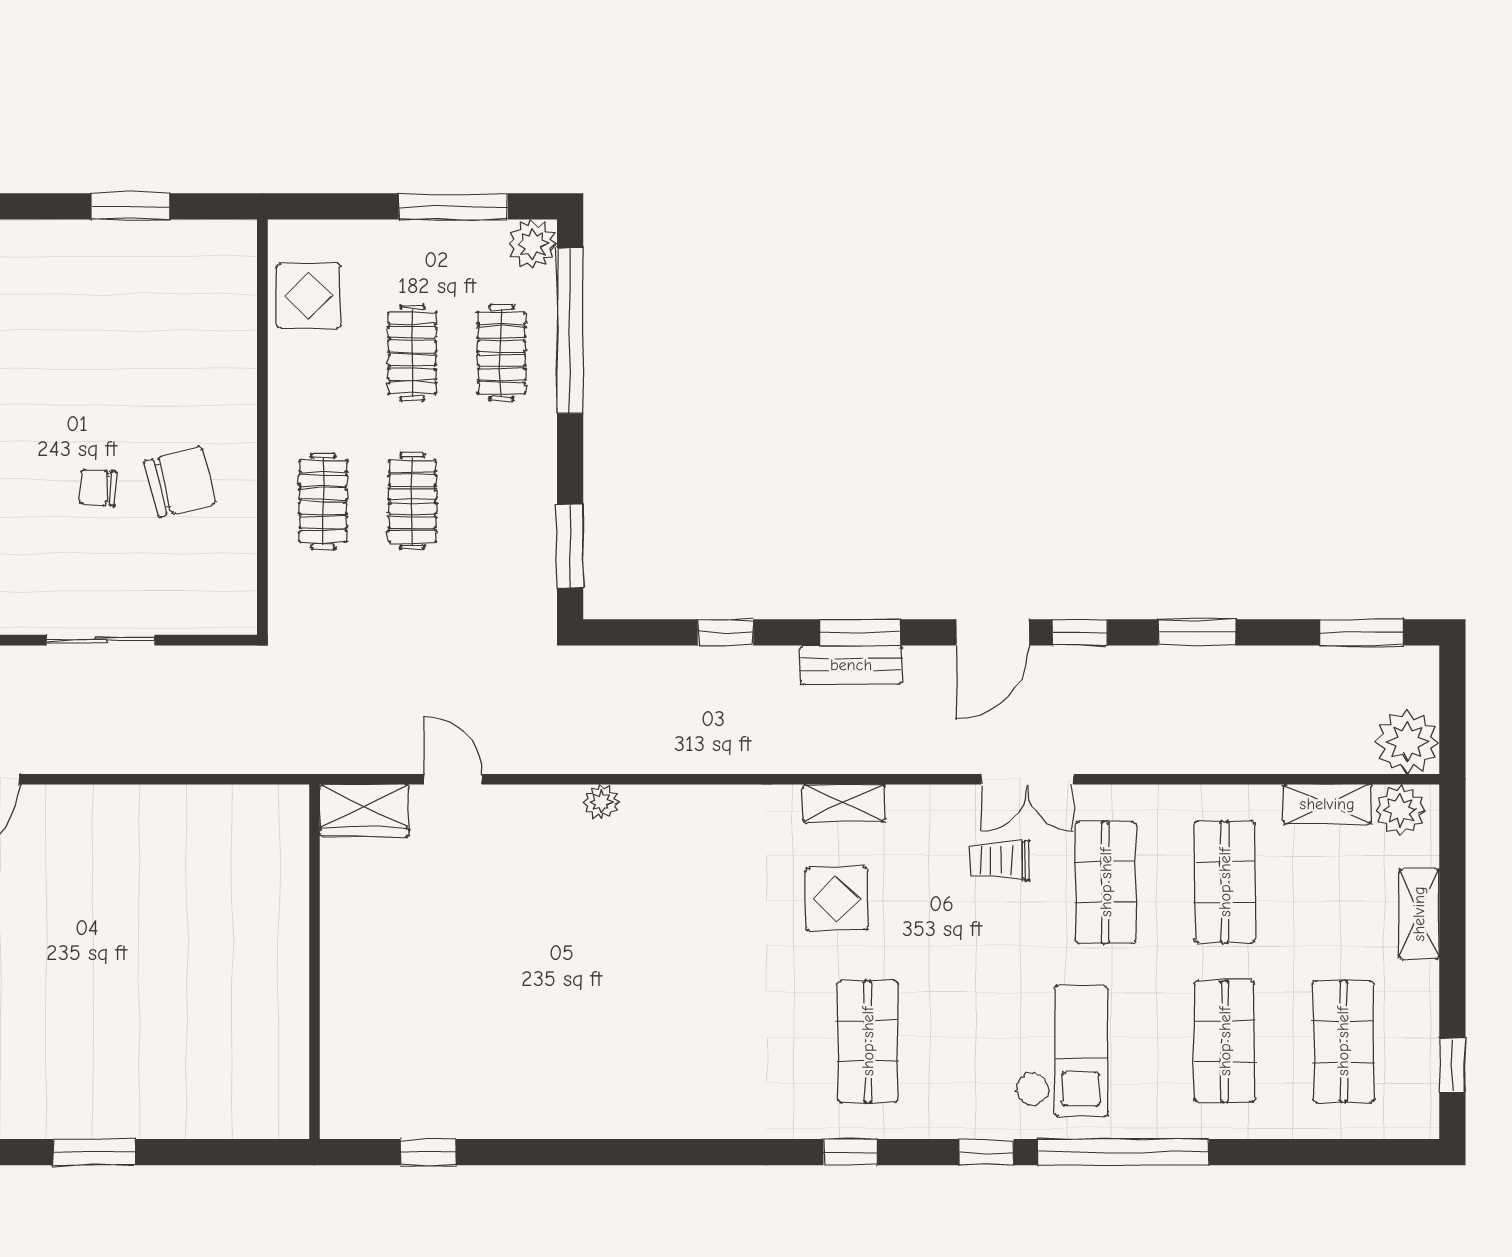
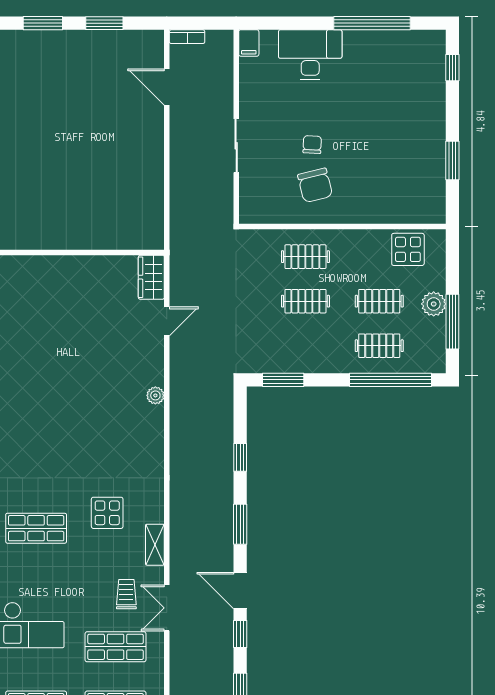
plant: (532, 244) -> (434, 304), moved
bench: (851, 665) -> (224, 520), removed
shelving: (844, 803) -> (155, 545), moved

